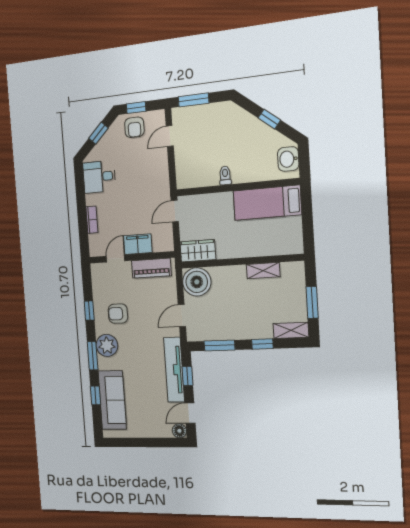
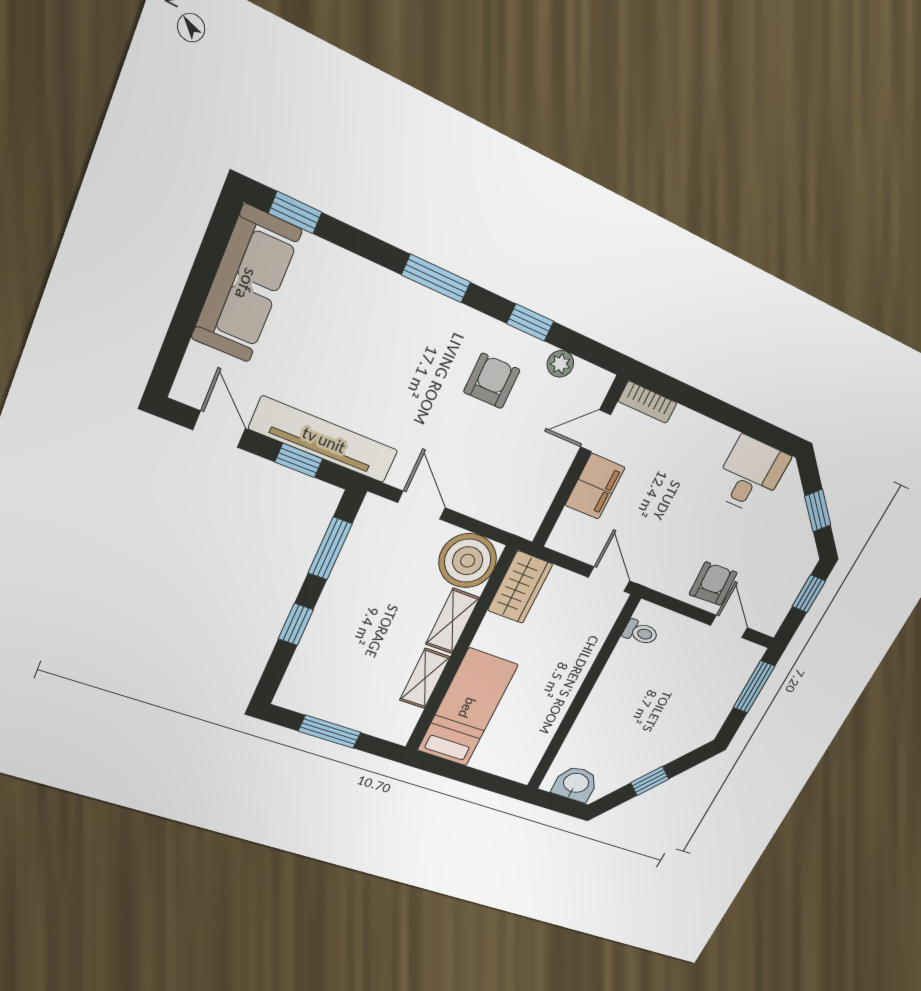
armchair: (134, 127) -> (713, 584), moved, turned 87
toilet: (225, 175) -> (641, 633), moved
bed: (267, 203) -> (467, 708), moved
bookcase: (92, 220) -> (648, 402), moved
door: (116, 258) -> (595, 431), swing flipped
piano: (151, 268) -> (539, 490), removed
shelving: (291, 330) -> (453, 621), moved
plant: (107, 345) -> (560, 364), moved, width x0.53, depth x0.53
window: (96, 395) -> (295, 213), moved
sofa: (112, 400) -> (246, 284), moved, turned -90
floor lamp: (179, 431) -> (190, 389), removed

